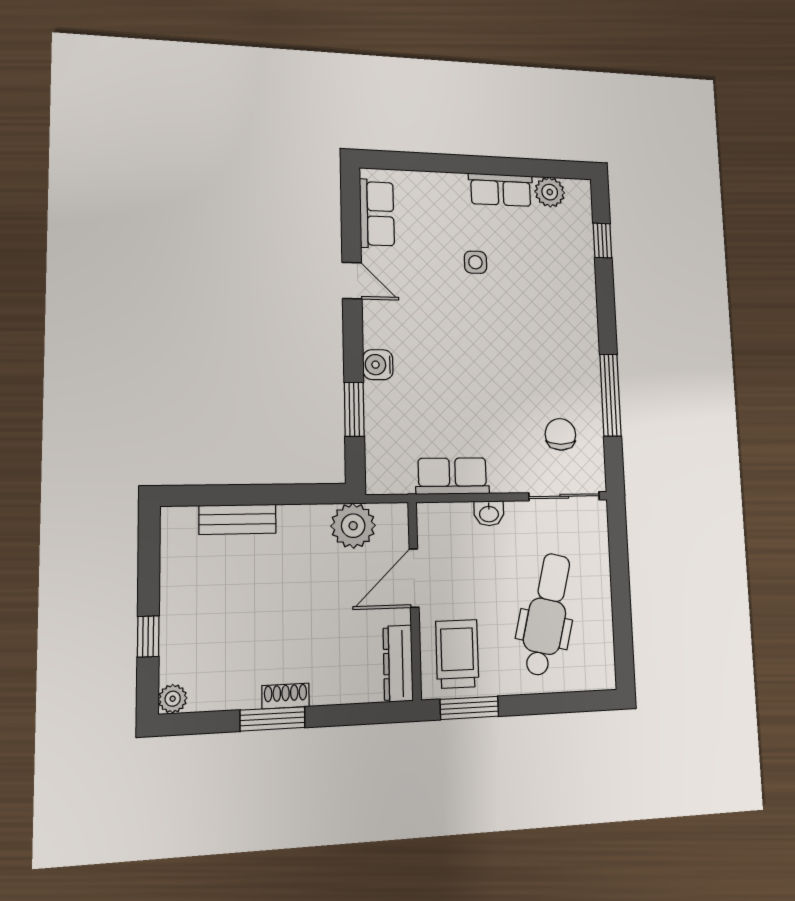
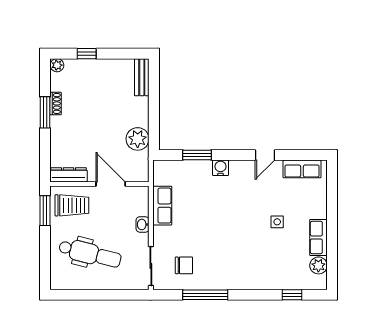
bench: (238, 519) -> (142, 77), moved
plant: (353, 526) -> (138, 139), moved
shoe rack: (286, 696) -> (55, 103), moved

